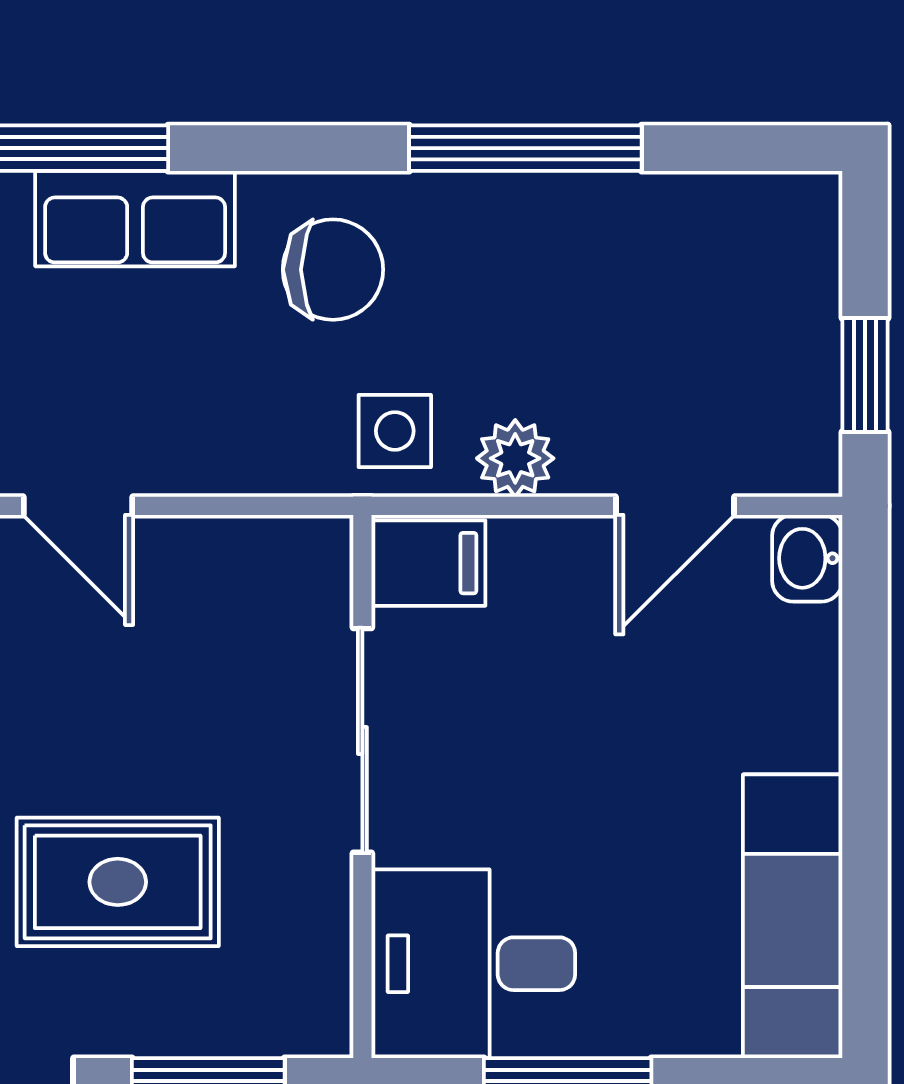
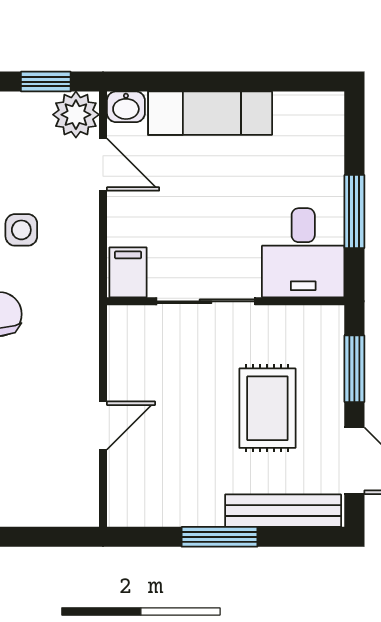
side table: (395, 431) -> (21, 230), moved
plant: (515, 458) -> (76, 115), moved, width x1.38, depth x1.38
exam couch: (793, 916) -> (210, 113), moved

